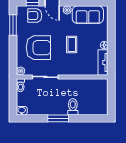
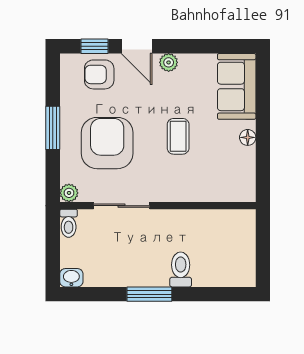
sofa: (88, 15) -> (237, 86), moved, turned 90
window: (13, 25) -> (53, 128), moved
armchair: (38, 48) -> (107, 143), turned -90
tv unit: (103, 62) -> (245, 175), removed

